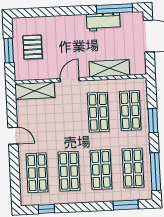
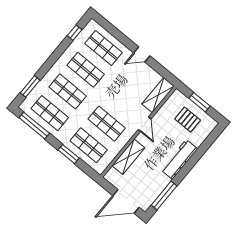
workbench: (103, 22) -> (179, 159), moved, width x1.38

